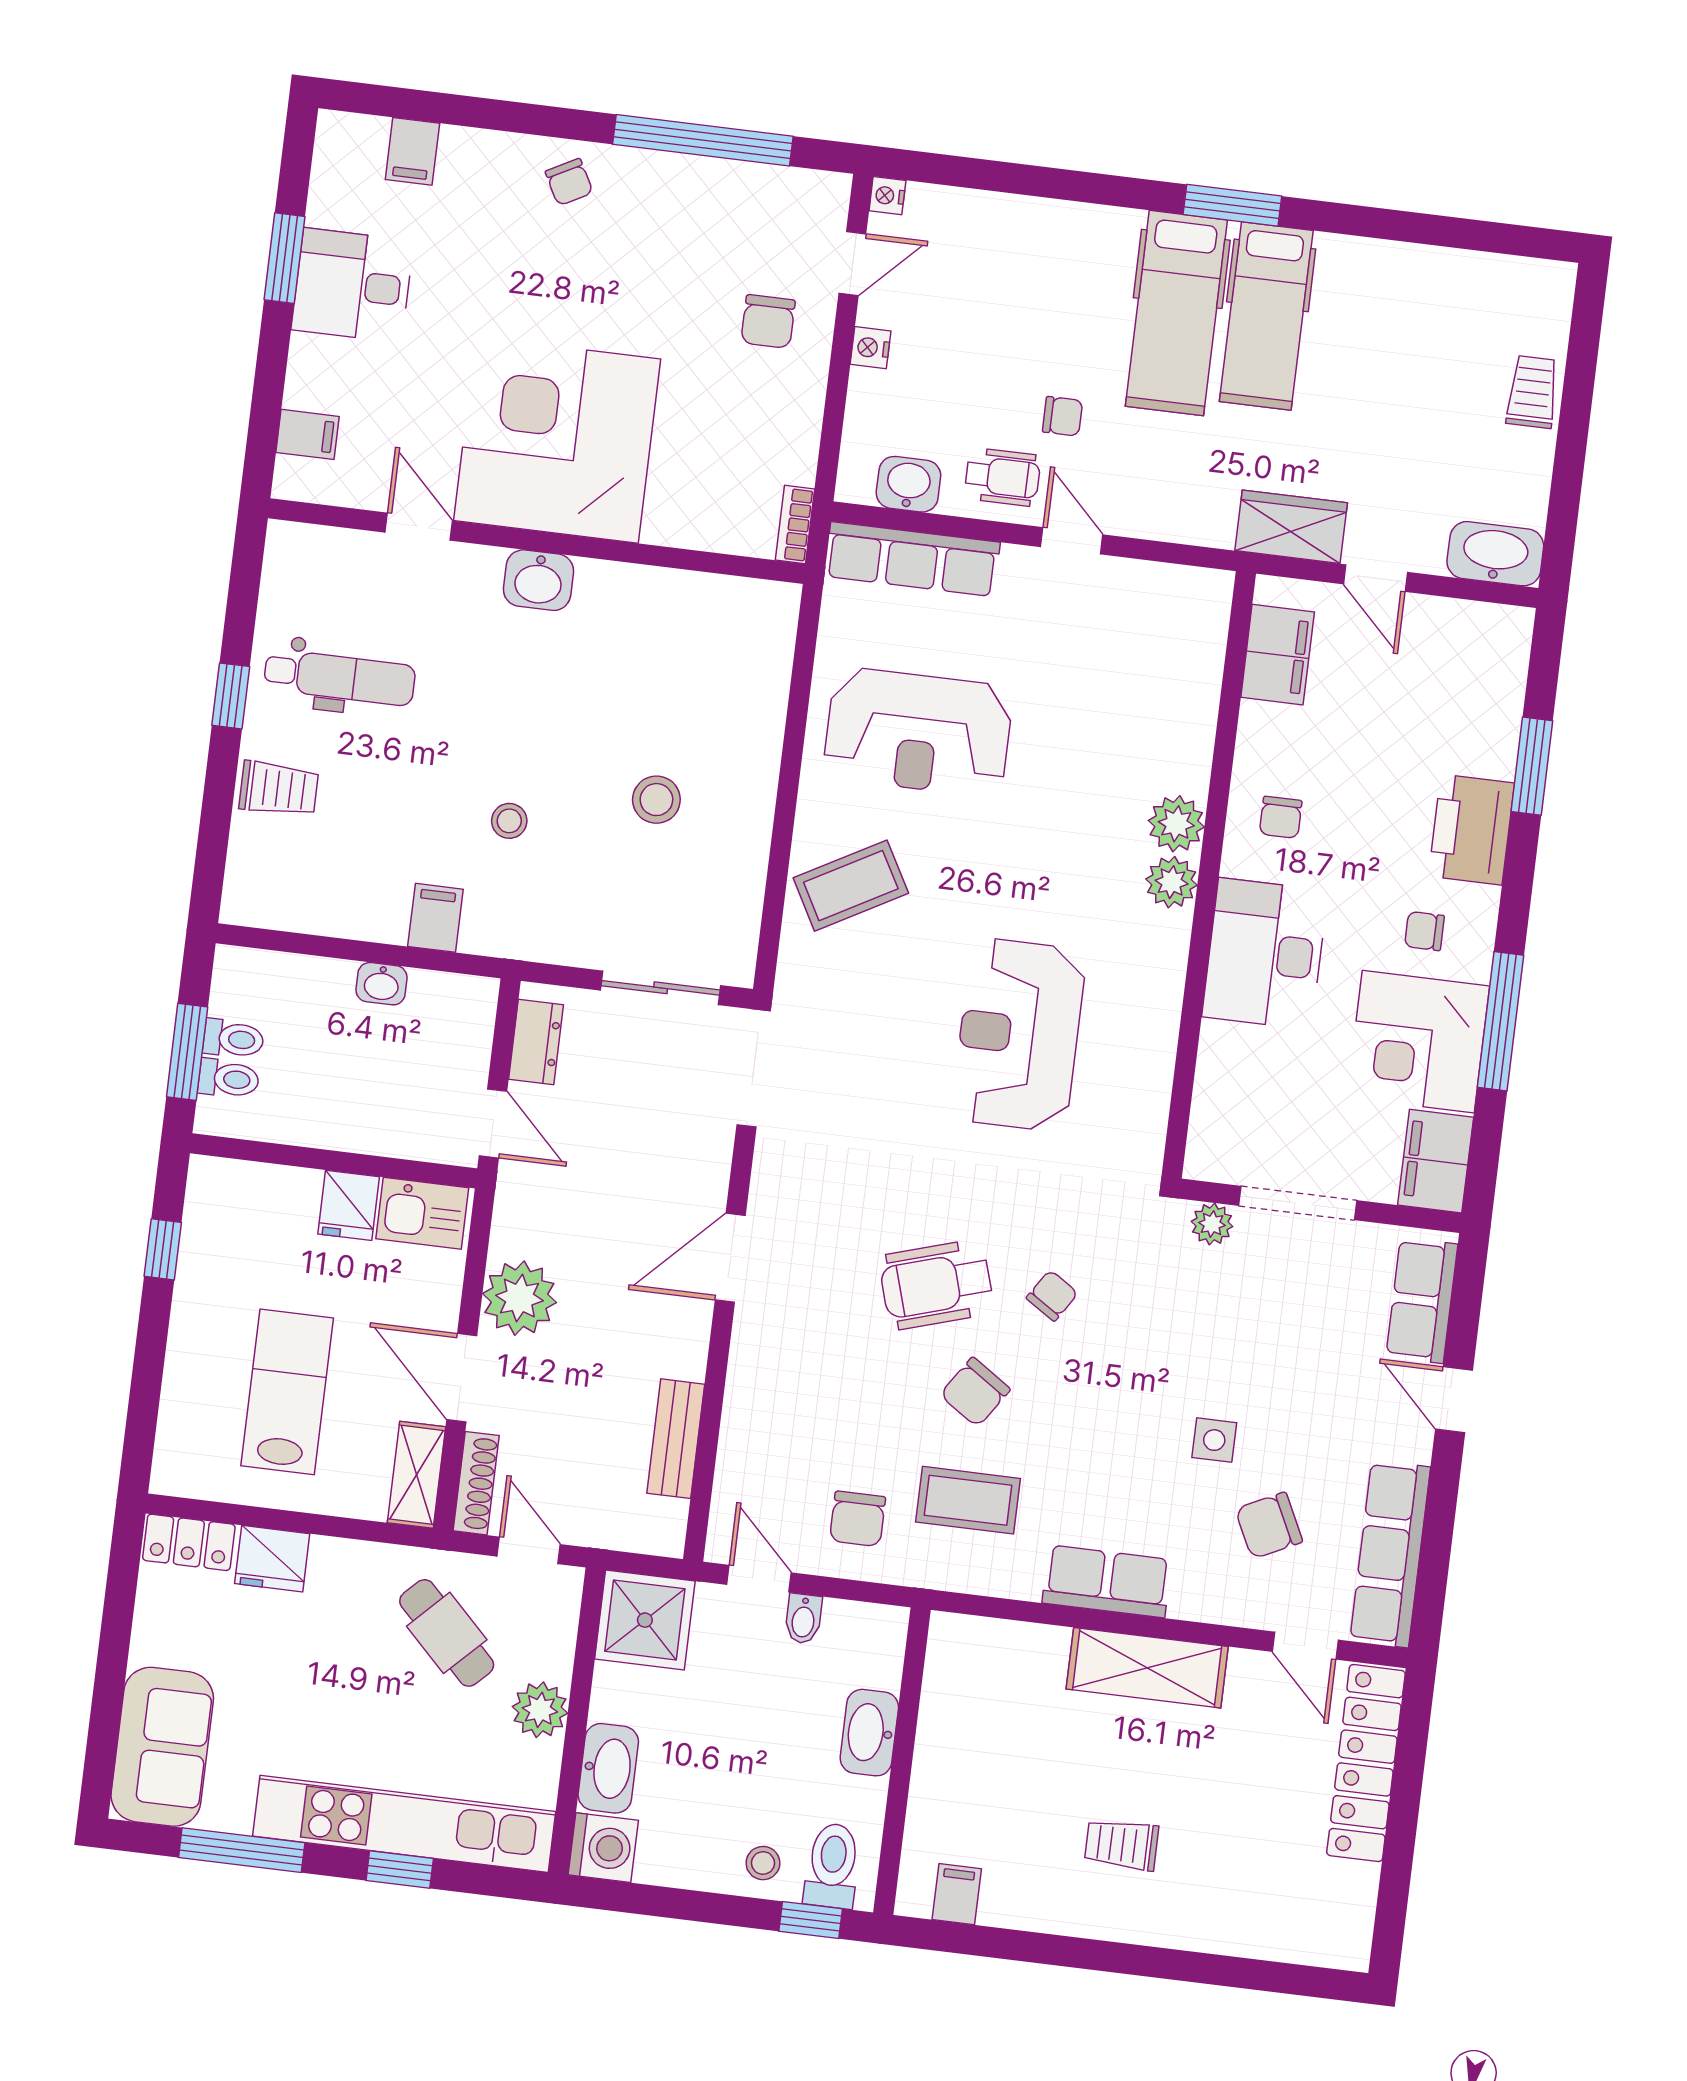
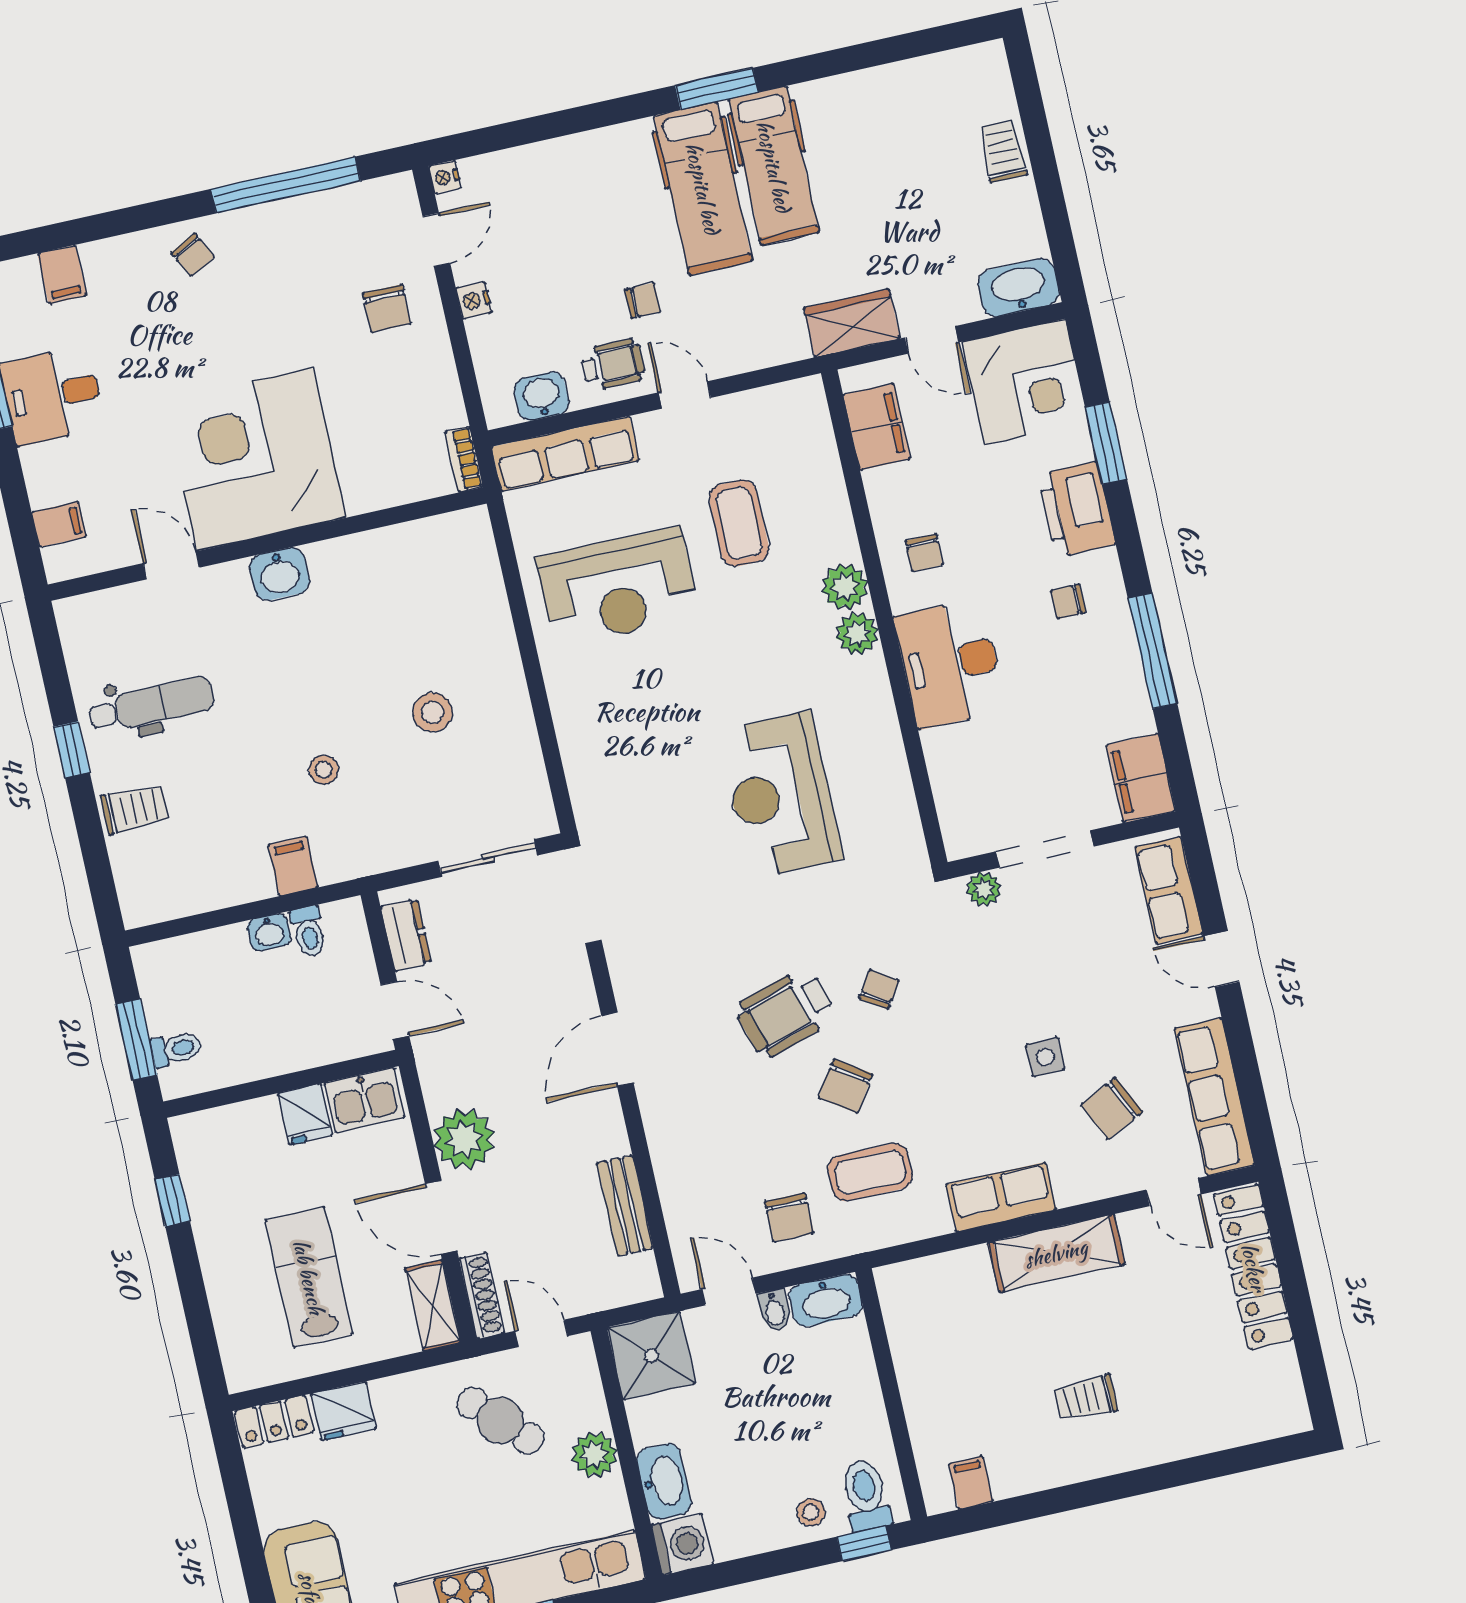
coffee table: (851, 886) -> (739, 523), moved, turned -61
toilet: (233, 1039) -> (309, 932), moved, turned 90
corner desk: (1418, 1042) -> (1025, 382), moved, turned -90
washbasin: (869, 1733) -> (826, 1300), moved, turned -90

